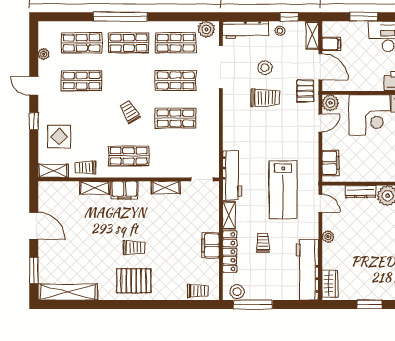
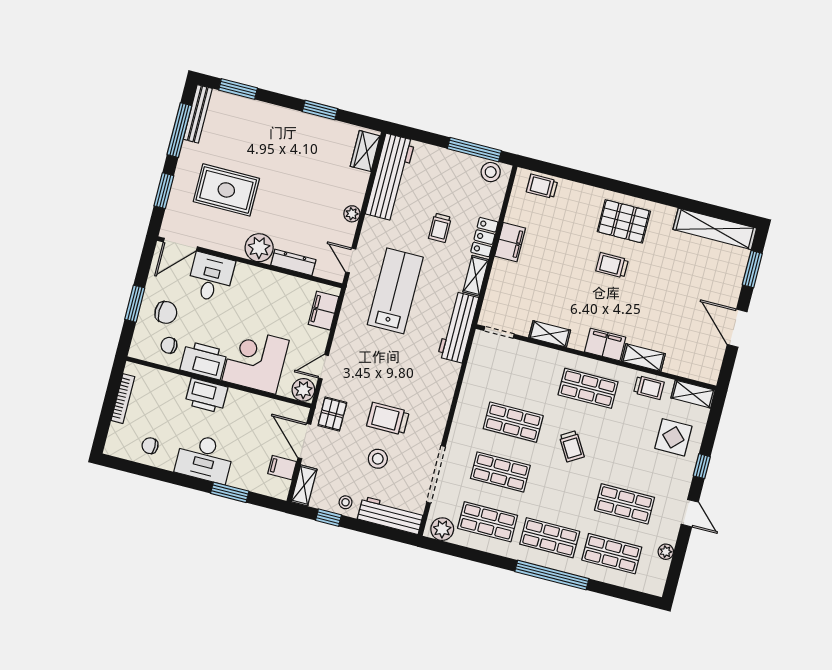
locker: (230, 252) -> (484, 237), width x0.66

